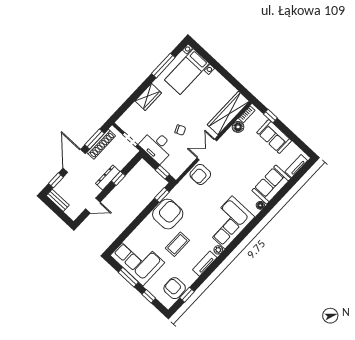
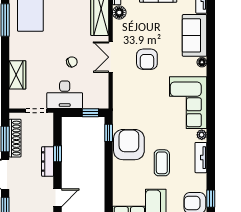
wardrobe: (148, 97) -> (17, 75), moved
armchair: (200, 174) -> (147, 59), moved

